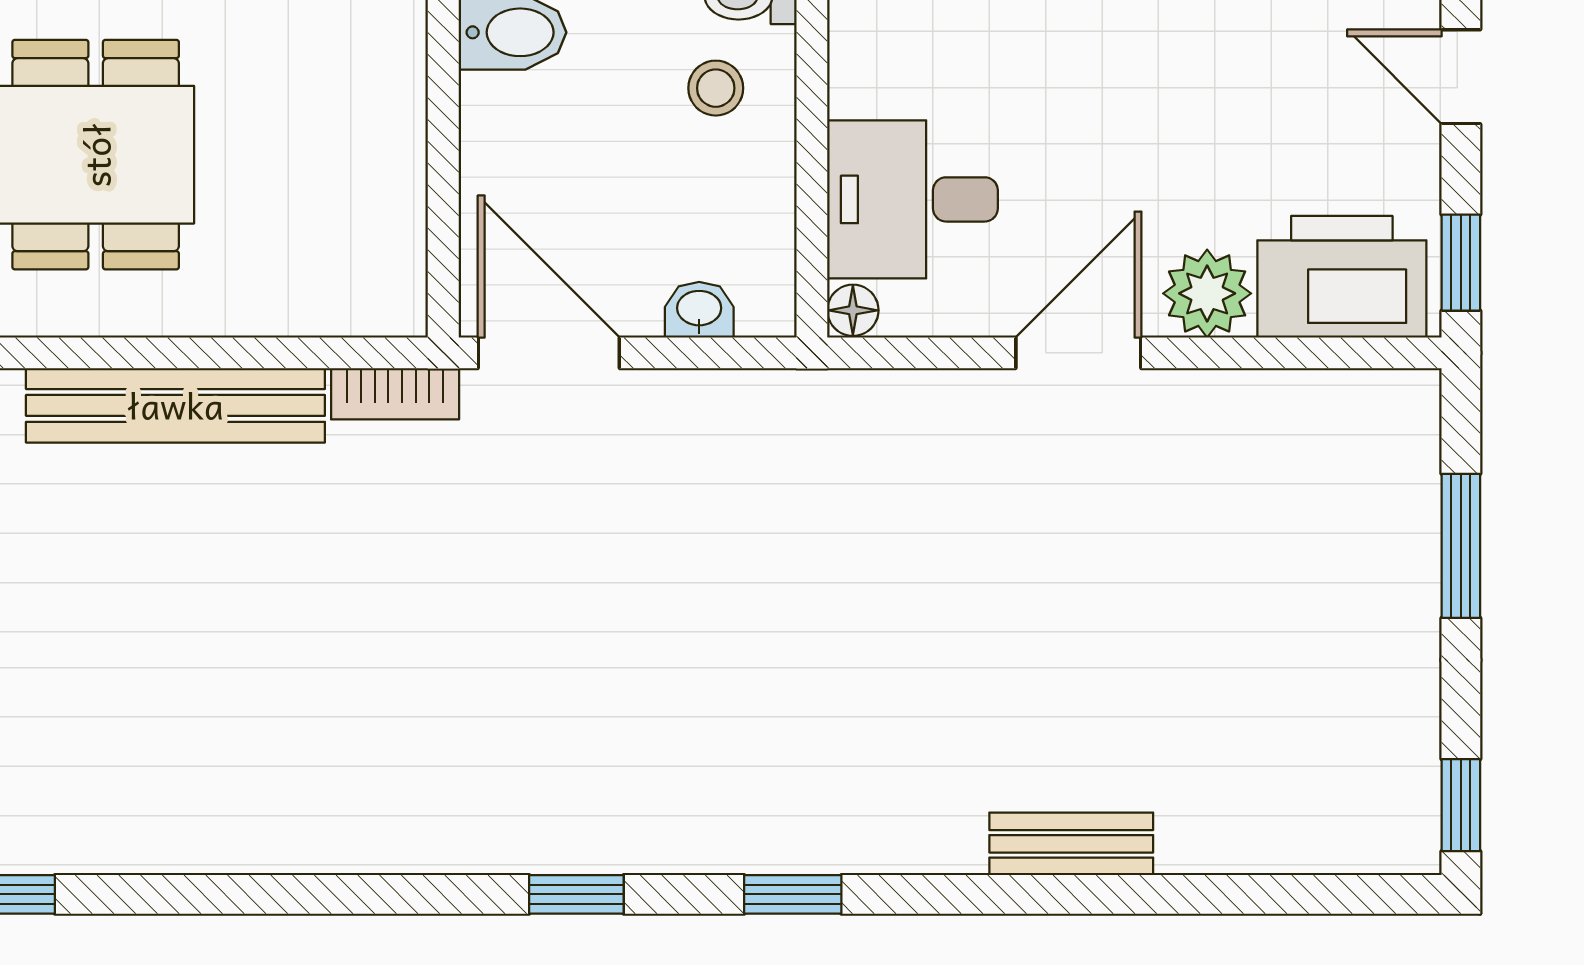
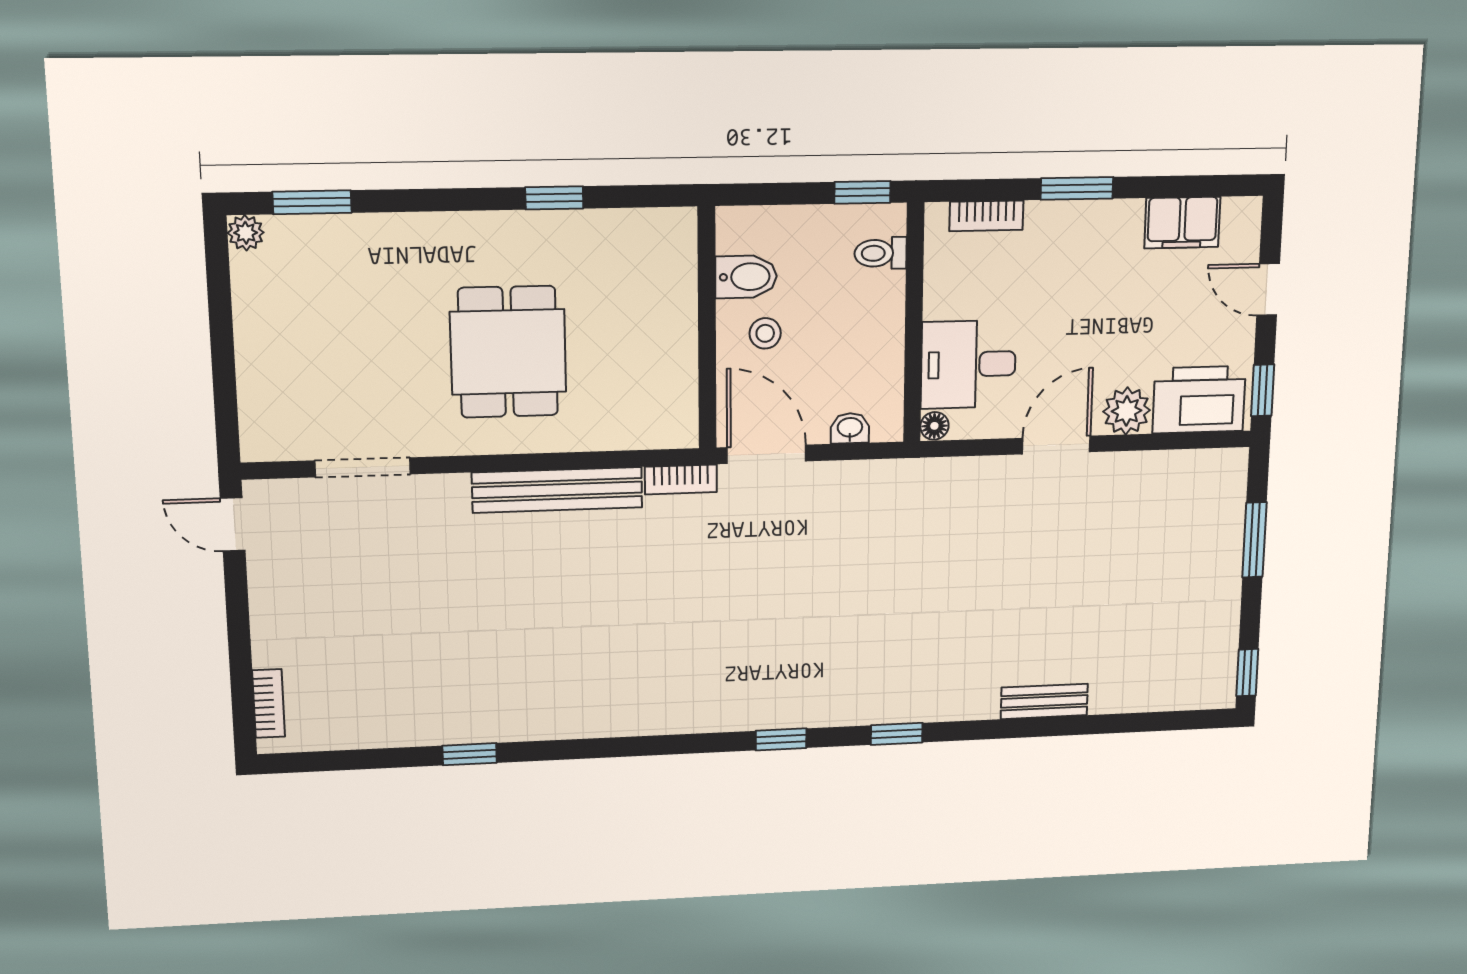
stool: (716, 88) -> (765, 333), moved

